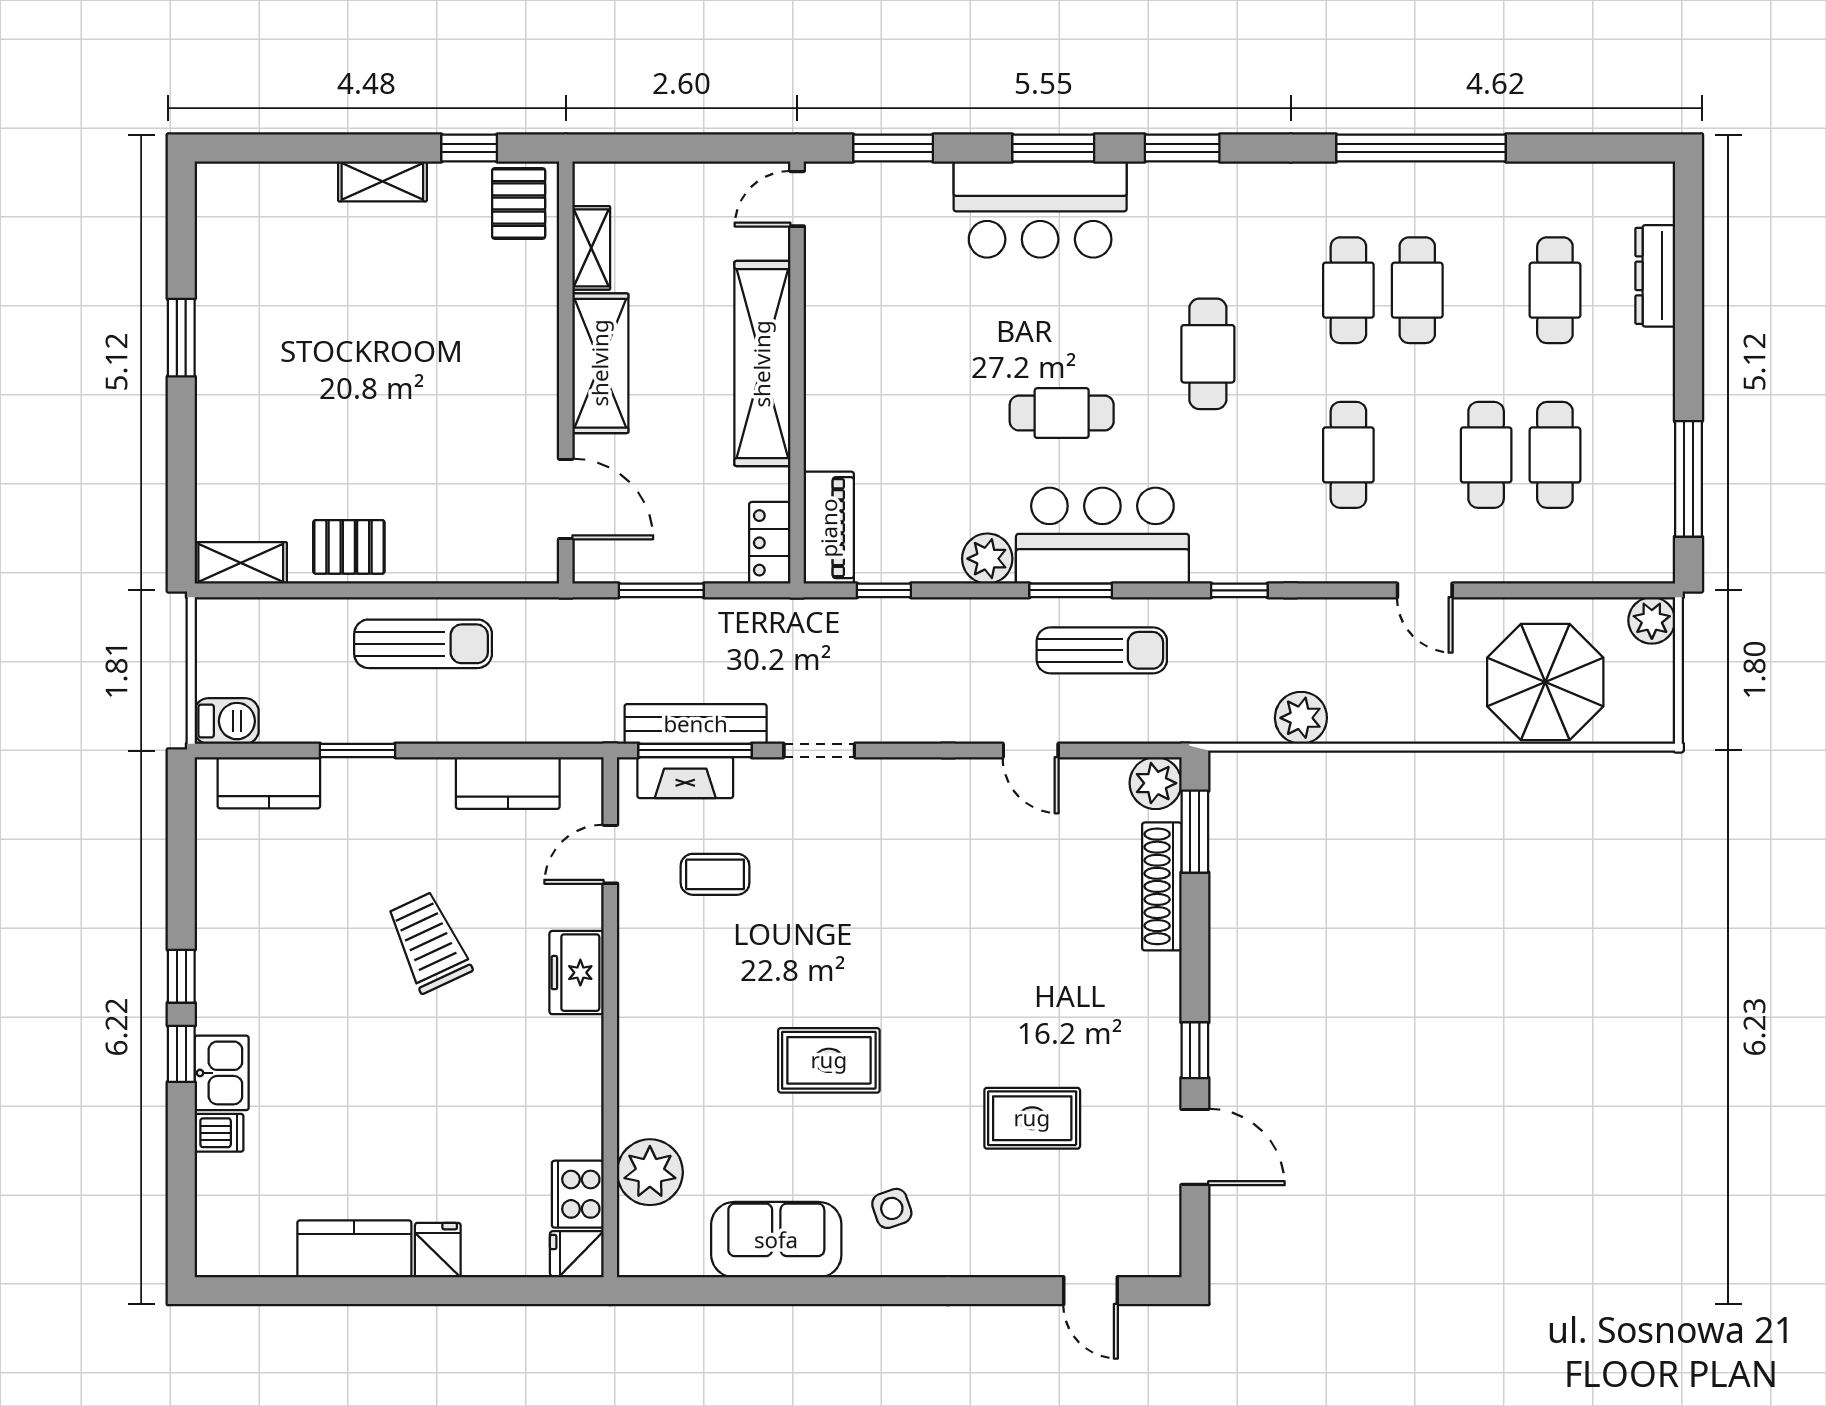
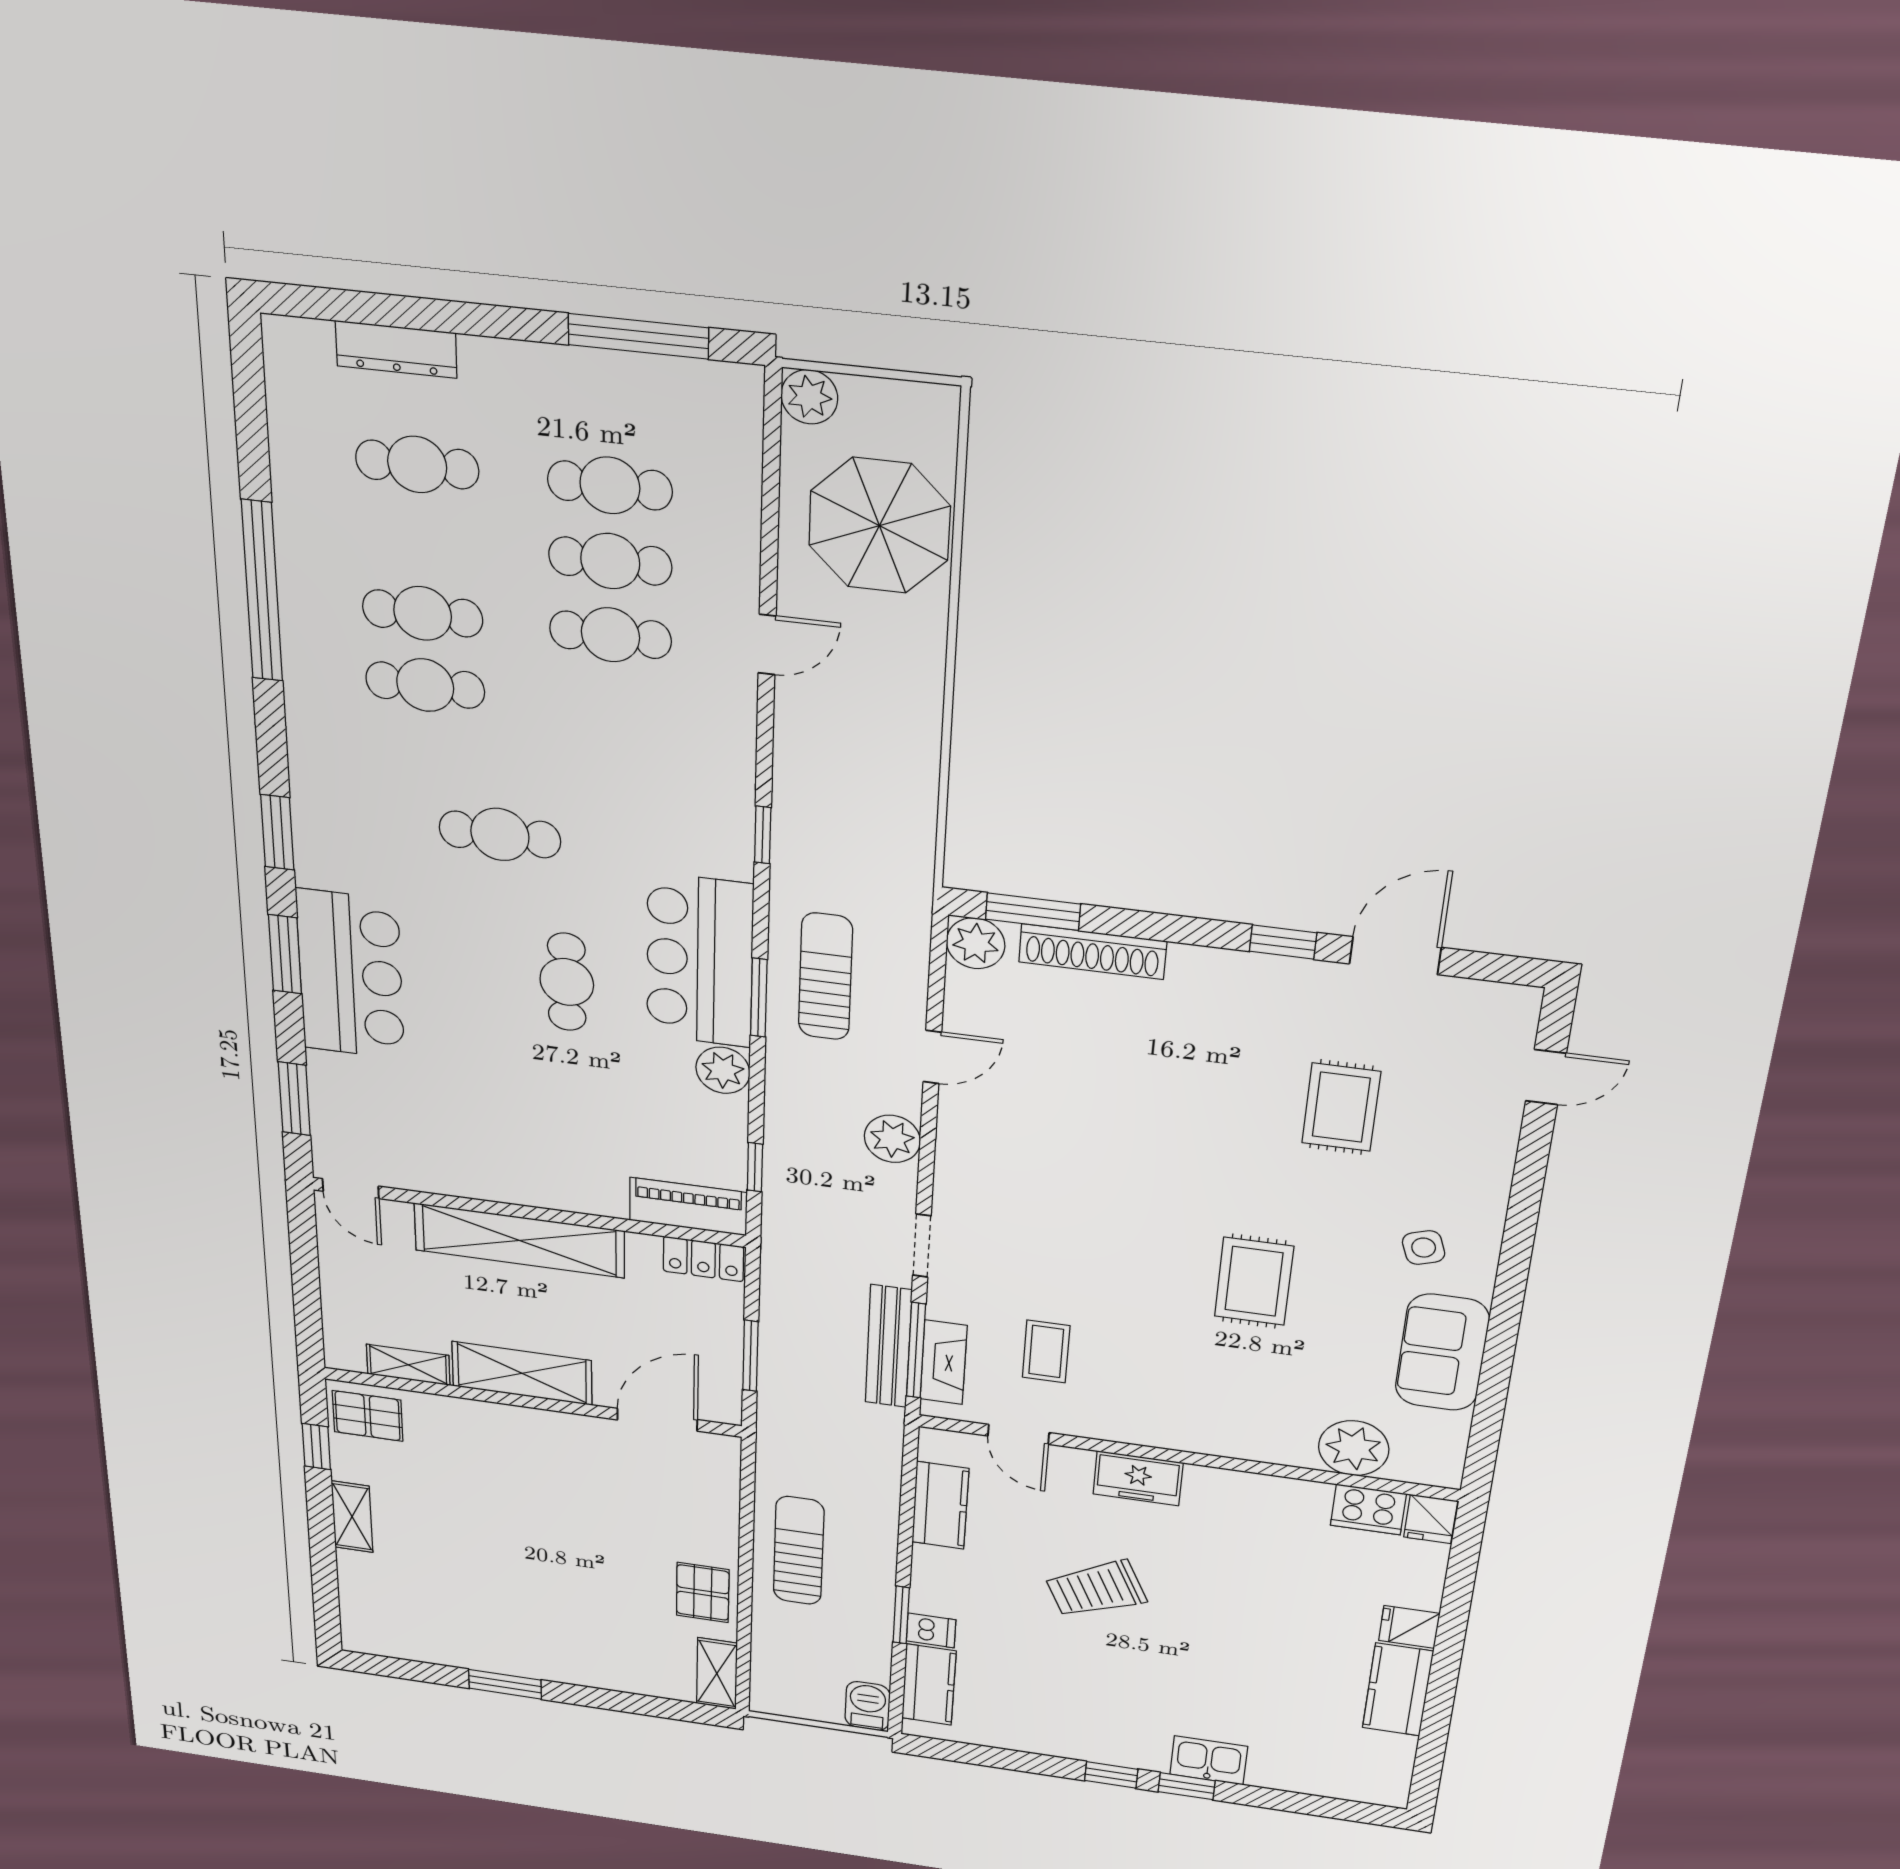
cafe table: (1348, 455) -> (610, 635), moved
plant: (1301, 718) -> (892, 1139), moved
dishwasher: (219, 1133) -> (931, 1630), moved, turned 90

